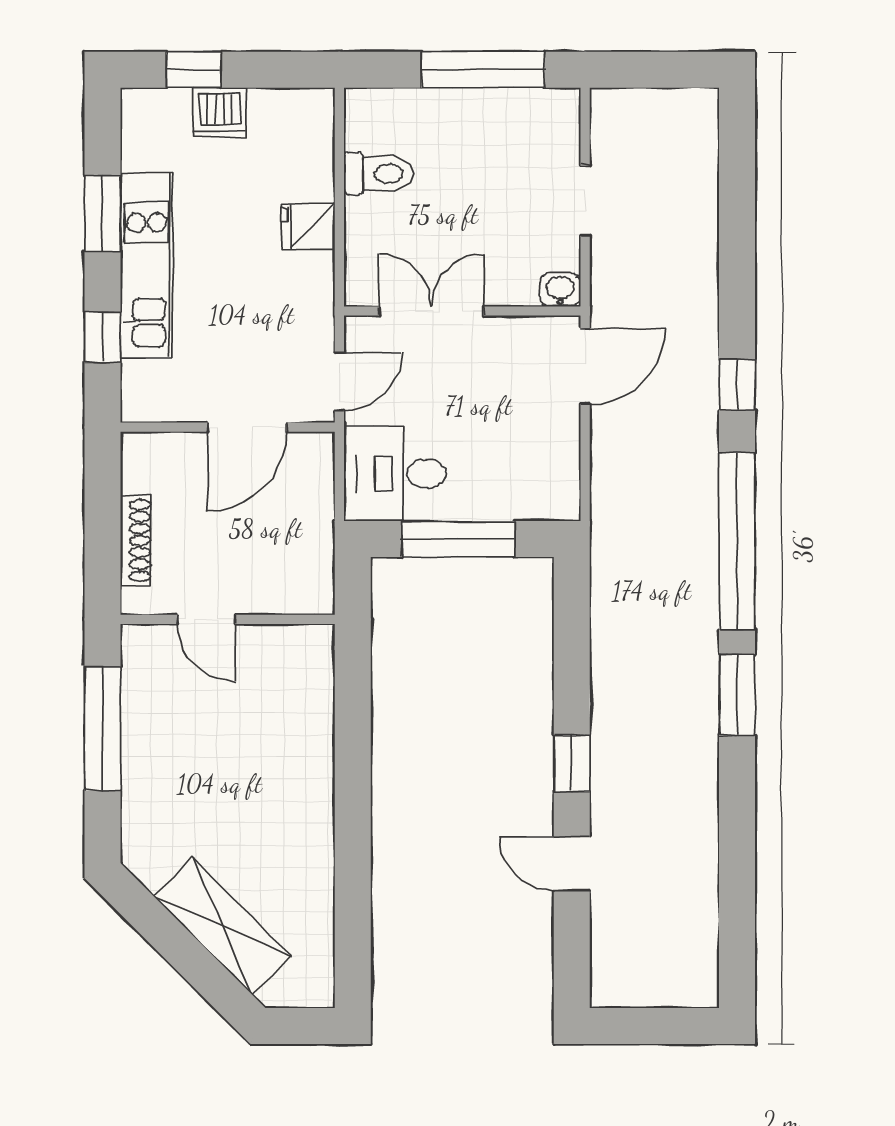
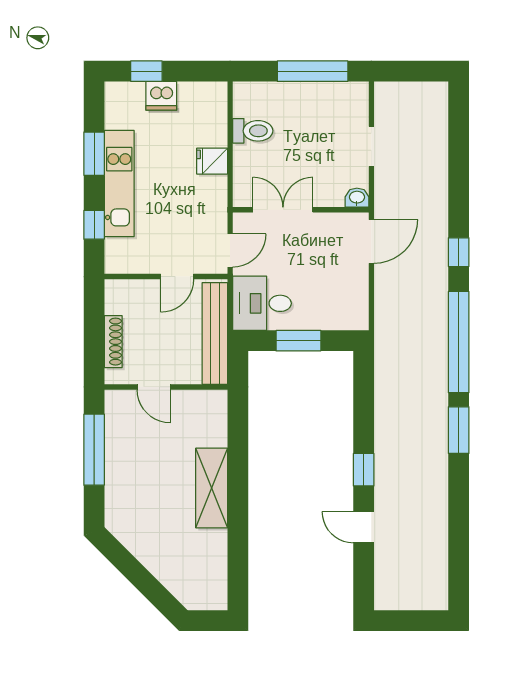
door: (247, 427) -> (177, 277), width x0.73
bench: (313, 526) -> (215, 333), added
window: (458, 539) -> (298, 341), width x0.69
shelving: (222, 926) -> (212, 488), moved, turned 45

